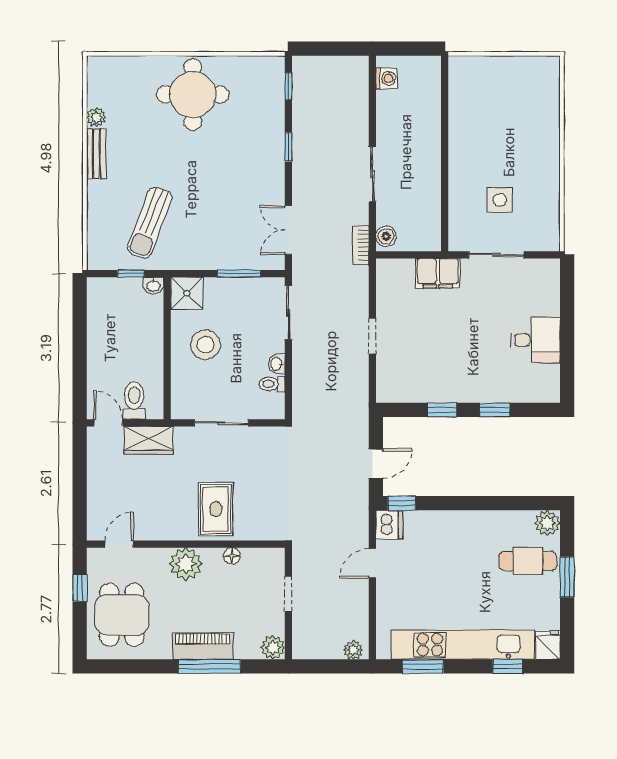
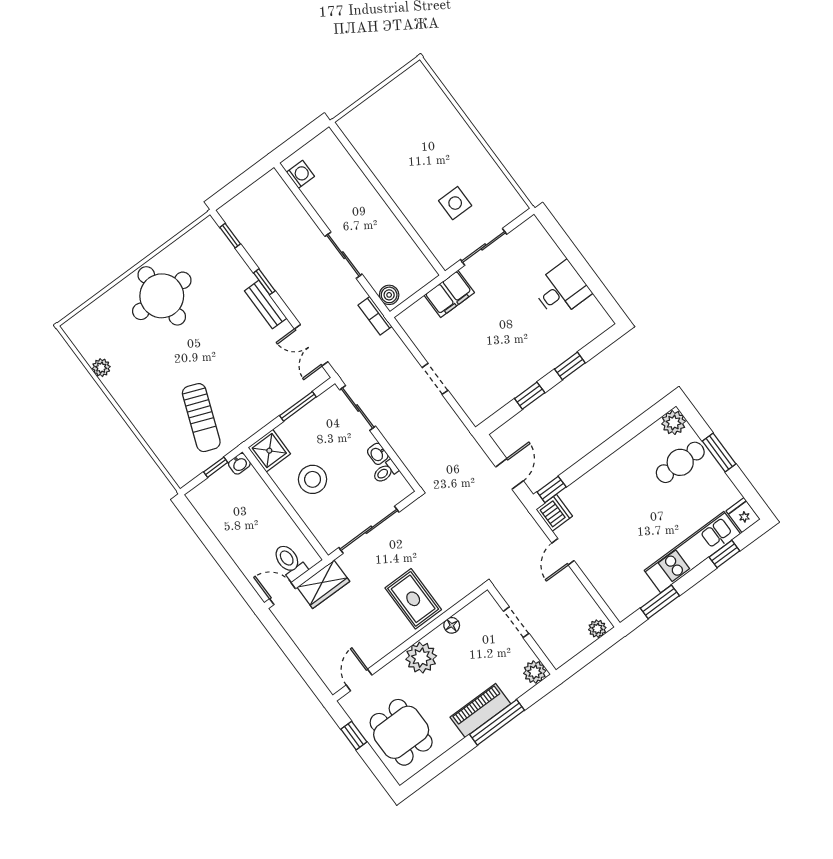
bench: (96, 154) -> (266, 305), moved
sliding door: (222, 423) -> (369, 530), width x1.37
kitchen unit: (463, 645) -> (692, 552), width x0.73

